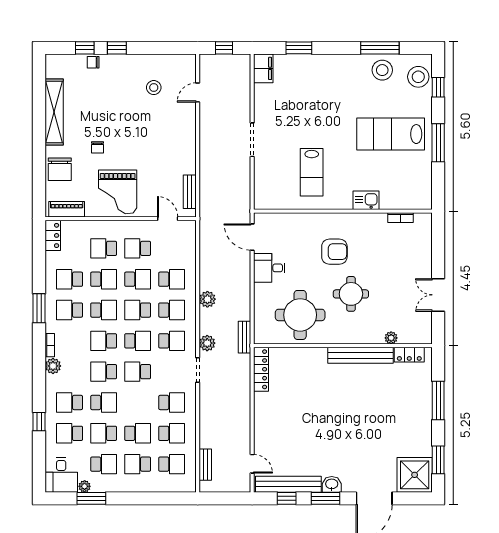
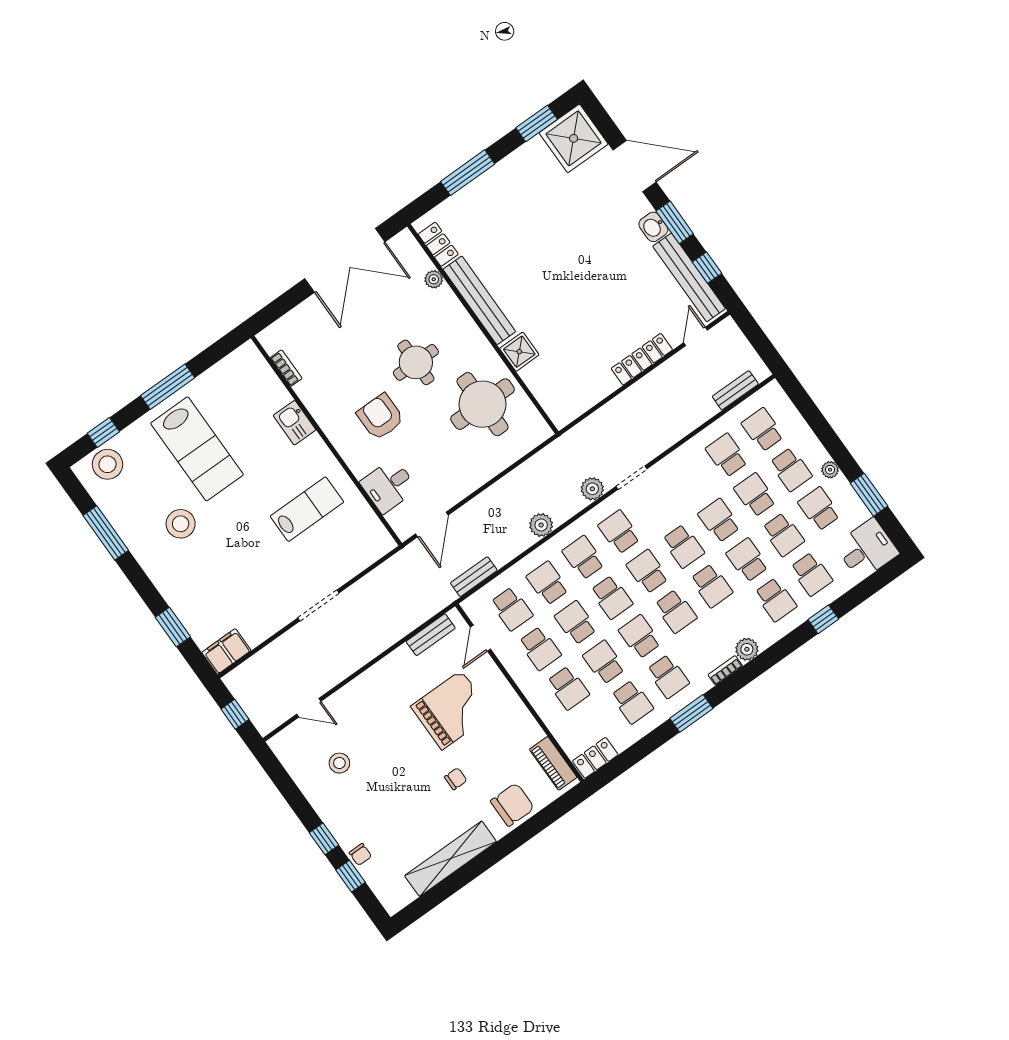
stool: (382, 70) -> (181, 524), moved
grand piano: (118, 192) -> (452, 710), moved
school desk: (172, 248) -> (512, 609), added
desk: (269, 268) -> (389, 486), moved, turned 90
double door: (438, 295) -> (345, 260), width x1.87
bench: (244, 337) -> (474, 577), moved
shower: (315, 357) -> (519, 352), added
locker: (261, 369) -> (642, 359), moved
school desk: (172, 402) -> (719, 520), moved
plant: (85, 486) -> (830, 470), moved

